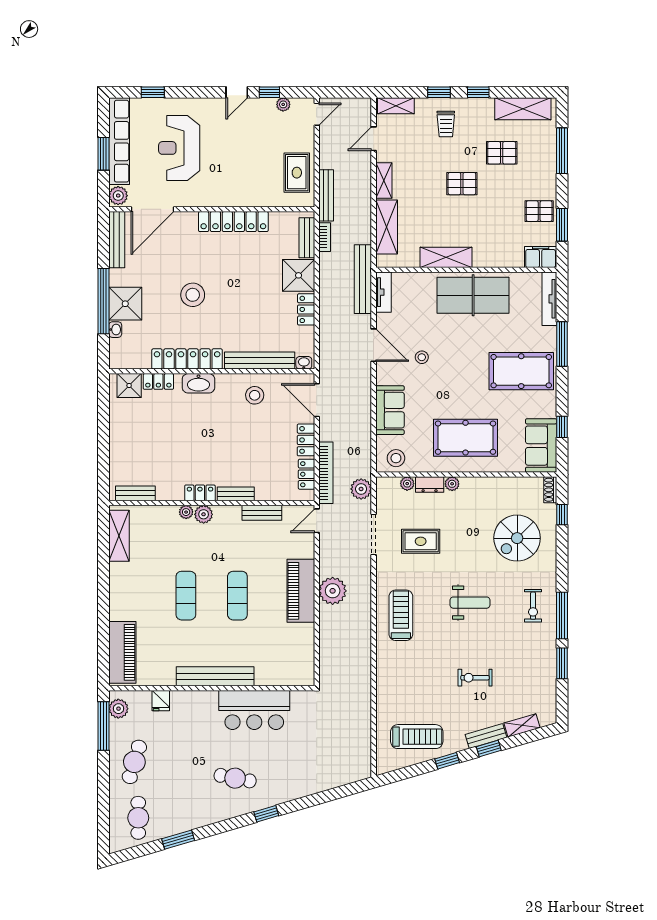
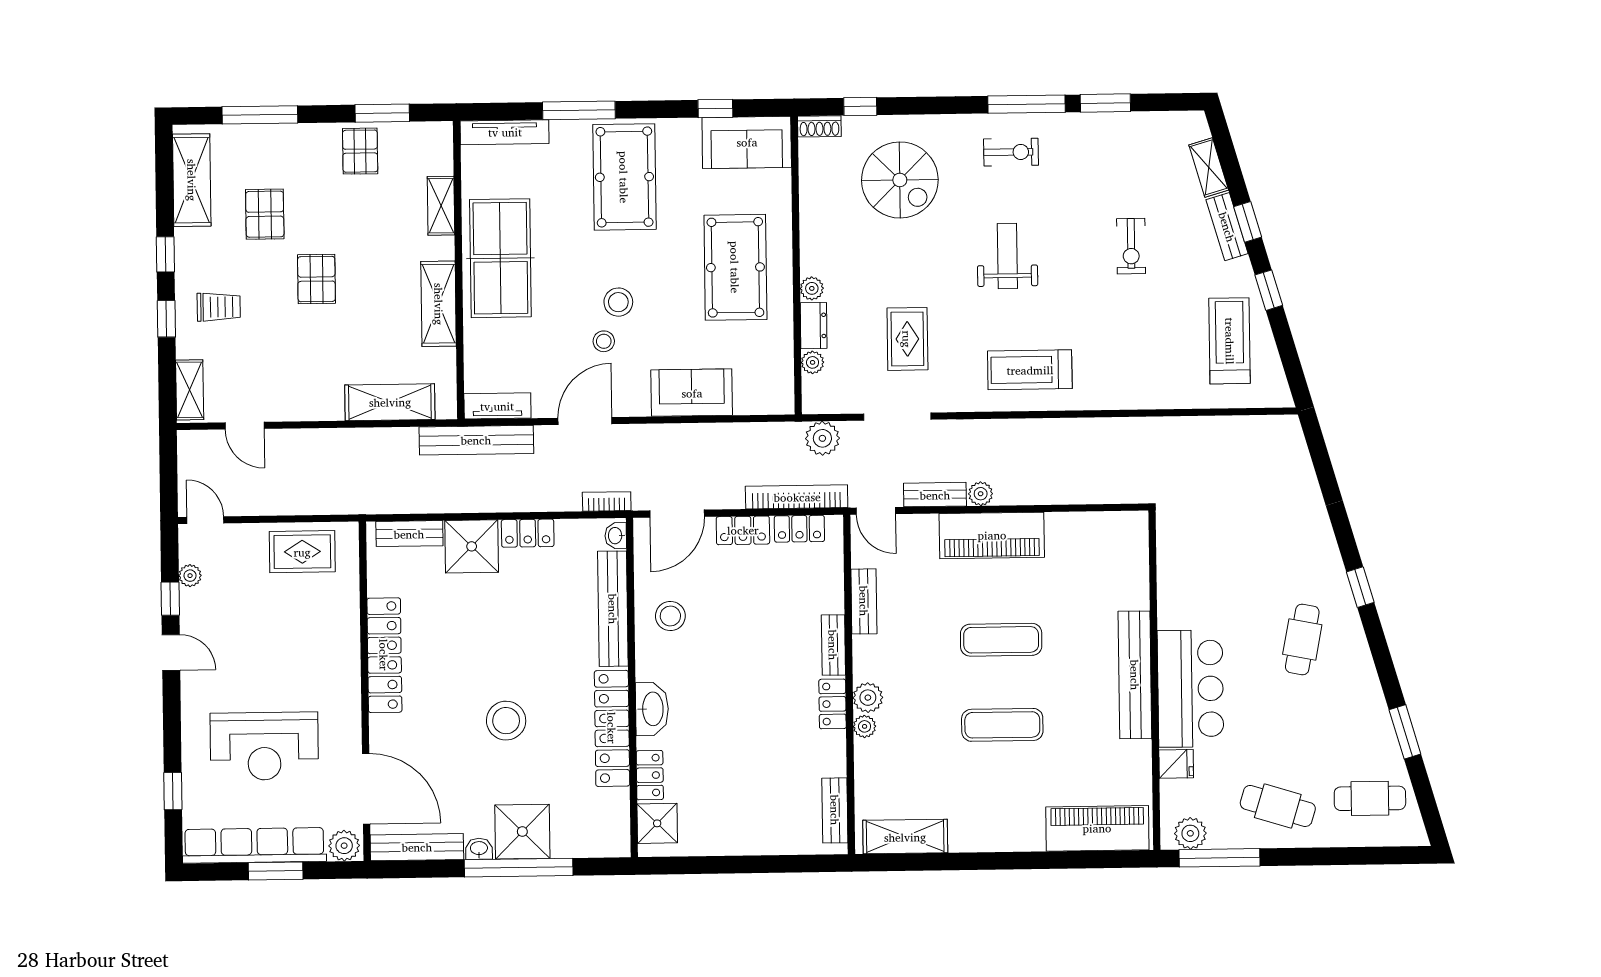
shelving: (384, 181) -> (441, 206), moved, turned 90
bench: (326, 195) -> (935, 495), moved, width x0.73
bookcase: (325, 237) -> (607, 501), moved
filing cabinet: (541, 257) -> (436, 148), removed
washbasin: (115, 330) -> (479, 849), moved
stool: (396, 458) -> (618, 302), moved
plant: (333, 591) -> (981, 494), width x0.53, depth x0.53
bar counter: (254, 710) -> (1190, 689), moved

